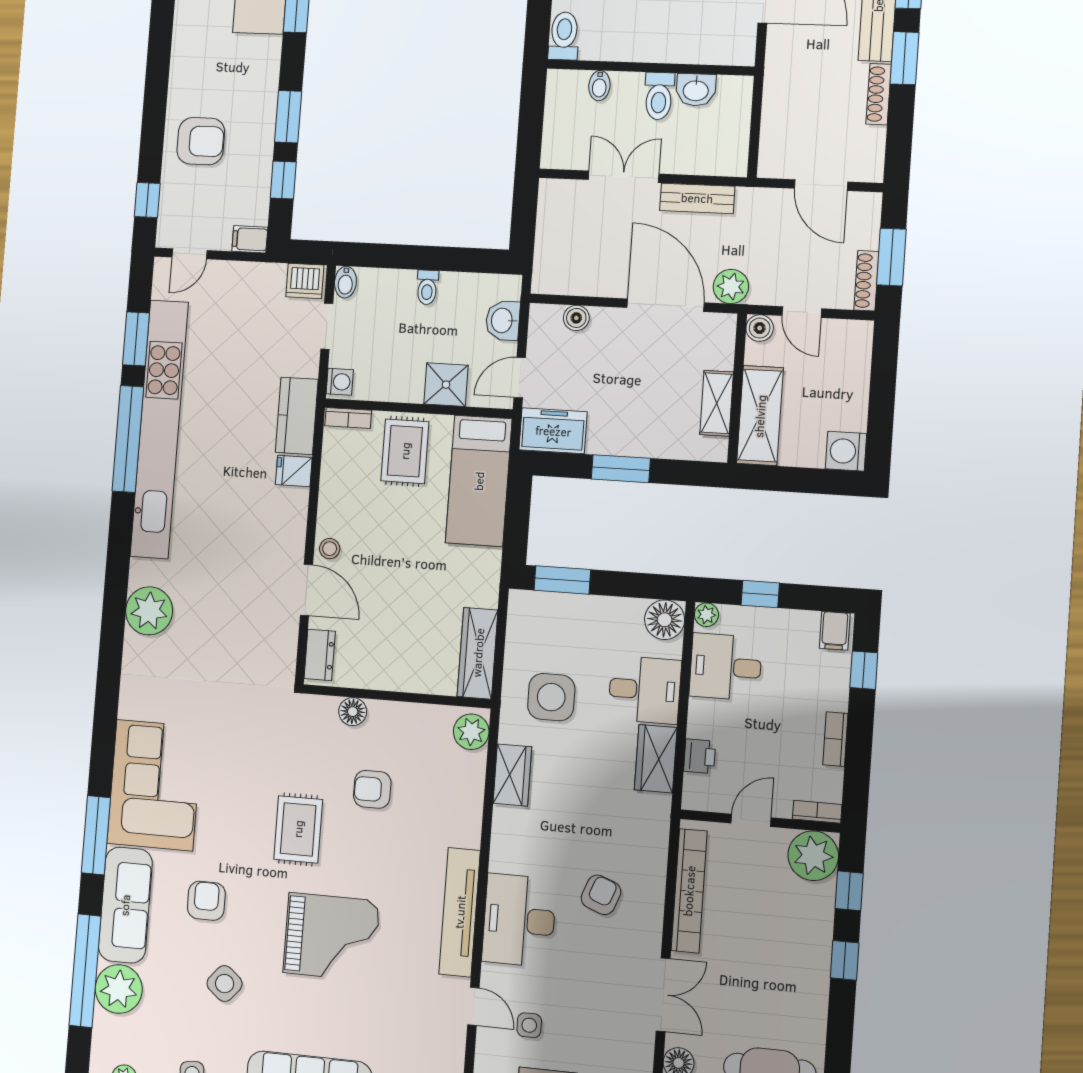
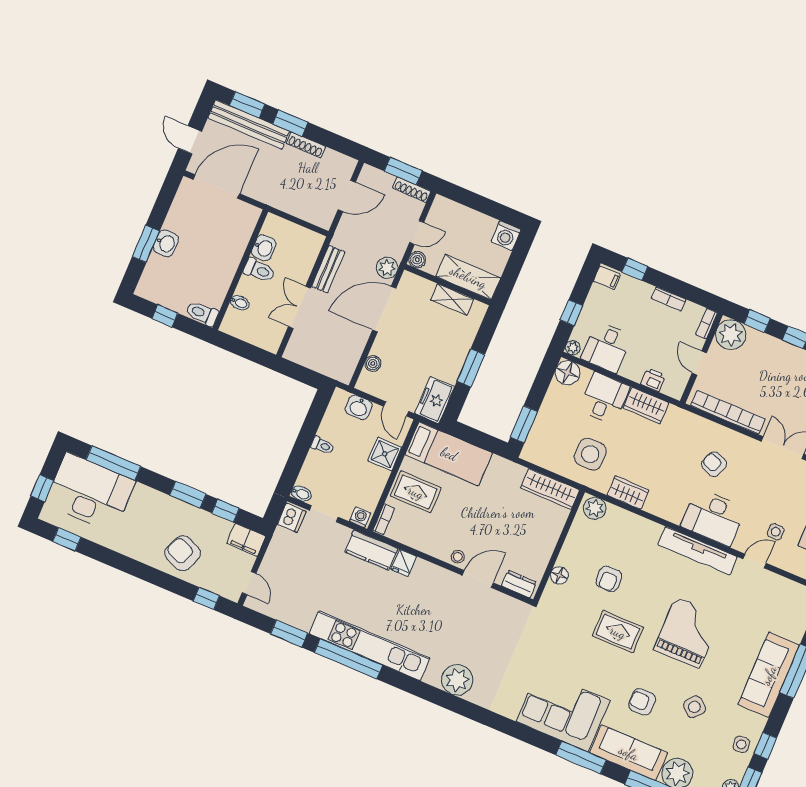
armchair: (201, 141) -> (183, 553), turned -67
filing cabinet: (250, 239) -> (246, 540), width x2.00
kitchen unit: (159, 429) -> (369, 646), width x0.73

